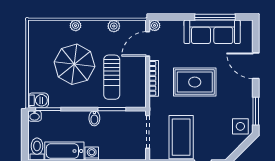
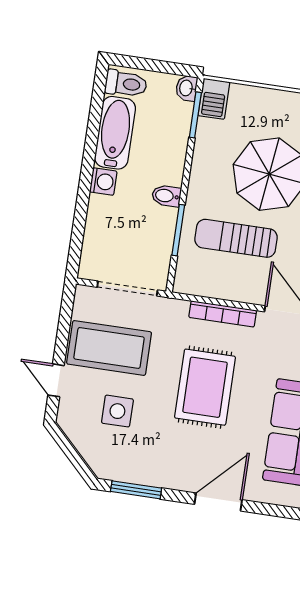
side table: (240, 126) -> (117, 411), moved

